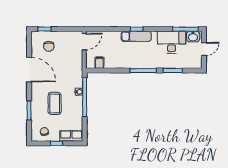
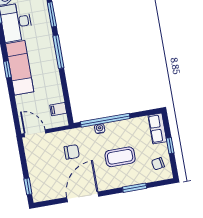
exam couch: (136, 36) -> (20, 68), width x1.36, depth x1.45
chair: (49, 46) -> (72, 152), moved

